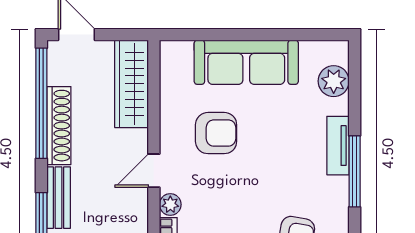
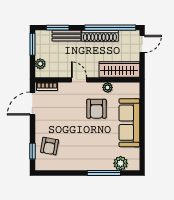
tv unit: (338, 146) -> (91, 165), removed
window: (355, 171) -> (104, 173), moved
plant: (170, 204) -> (108, 87), moved

